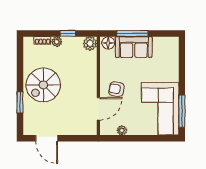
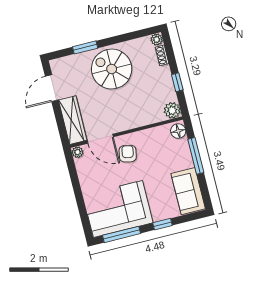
plant: (57, 42) -> (157, 39), moved
sofa: (134, 47) -> (188, 191), moved
window: (182, 75) -> (163, 224), added
wardrobe: (77, 128) -> (73, 120), added
plant: (122, 130) -> (78, 152), moved

